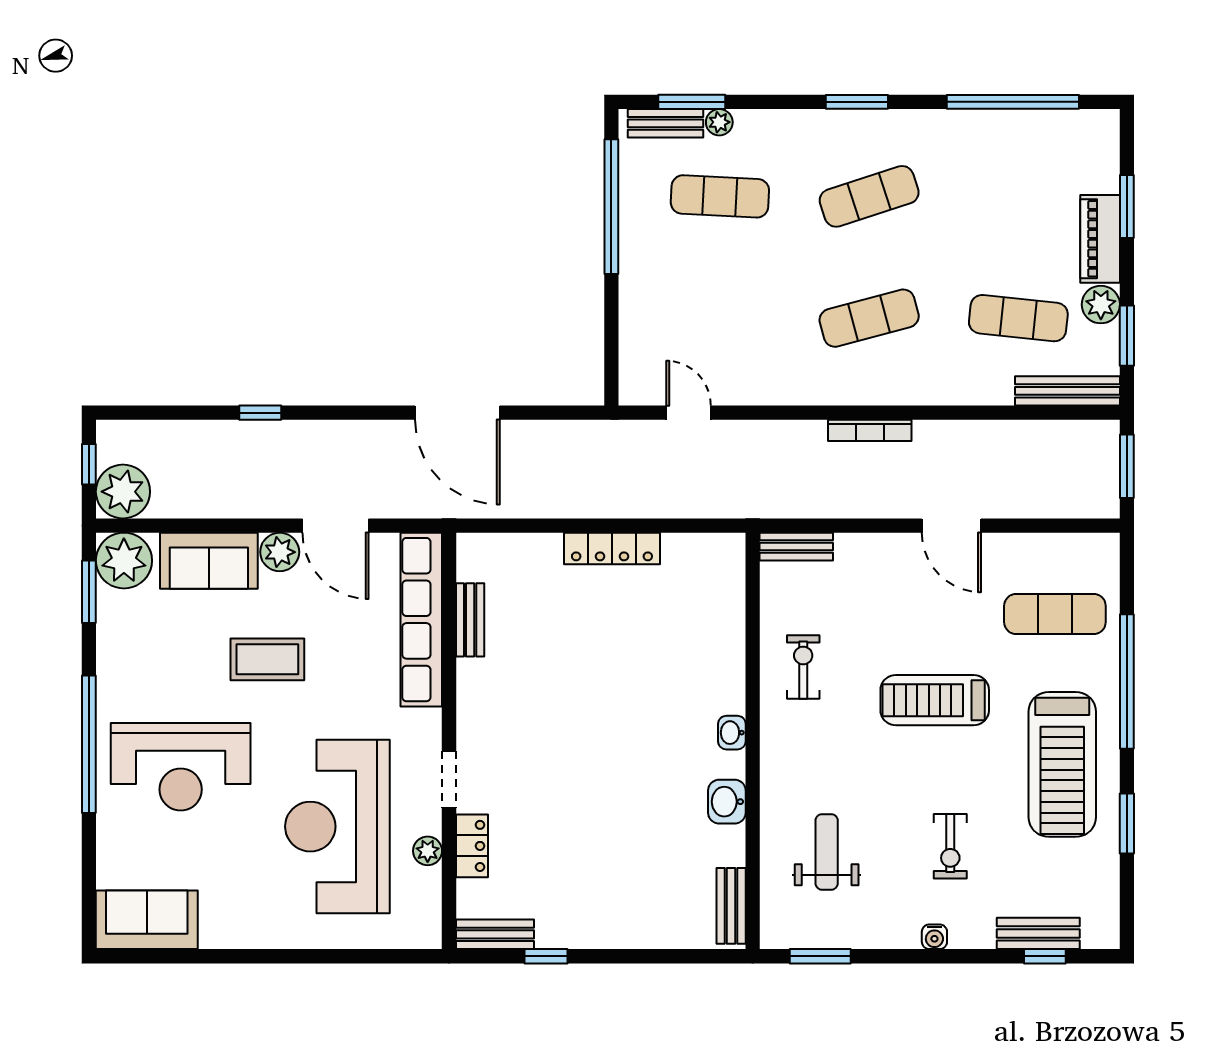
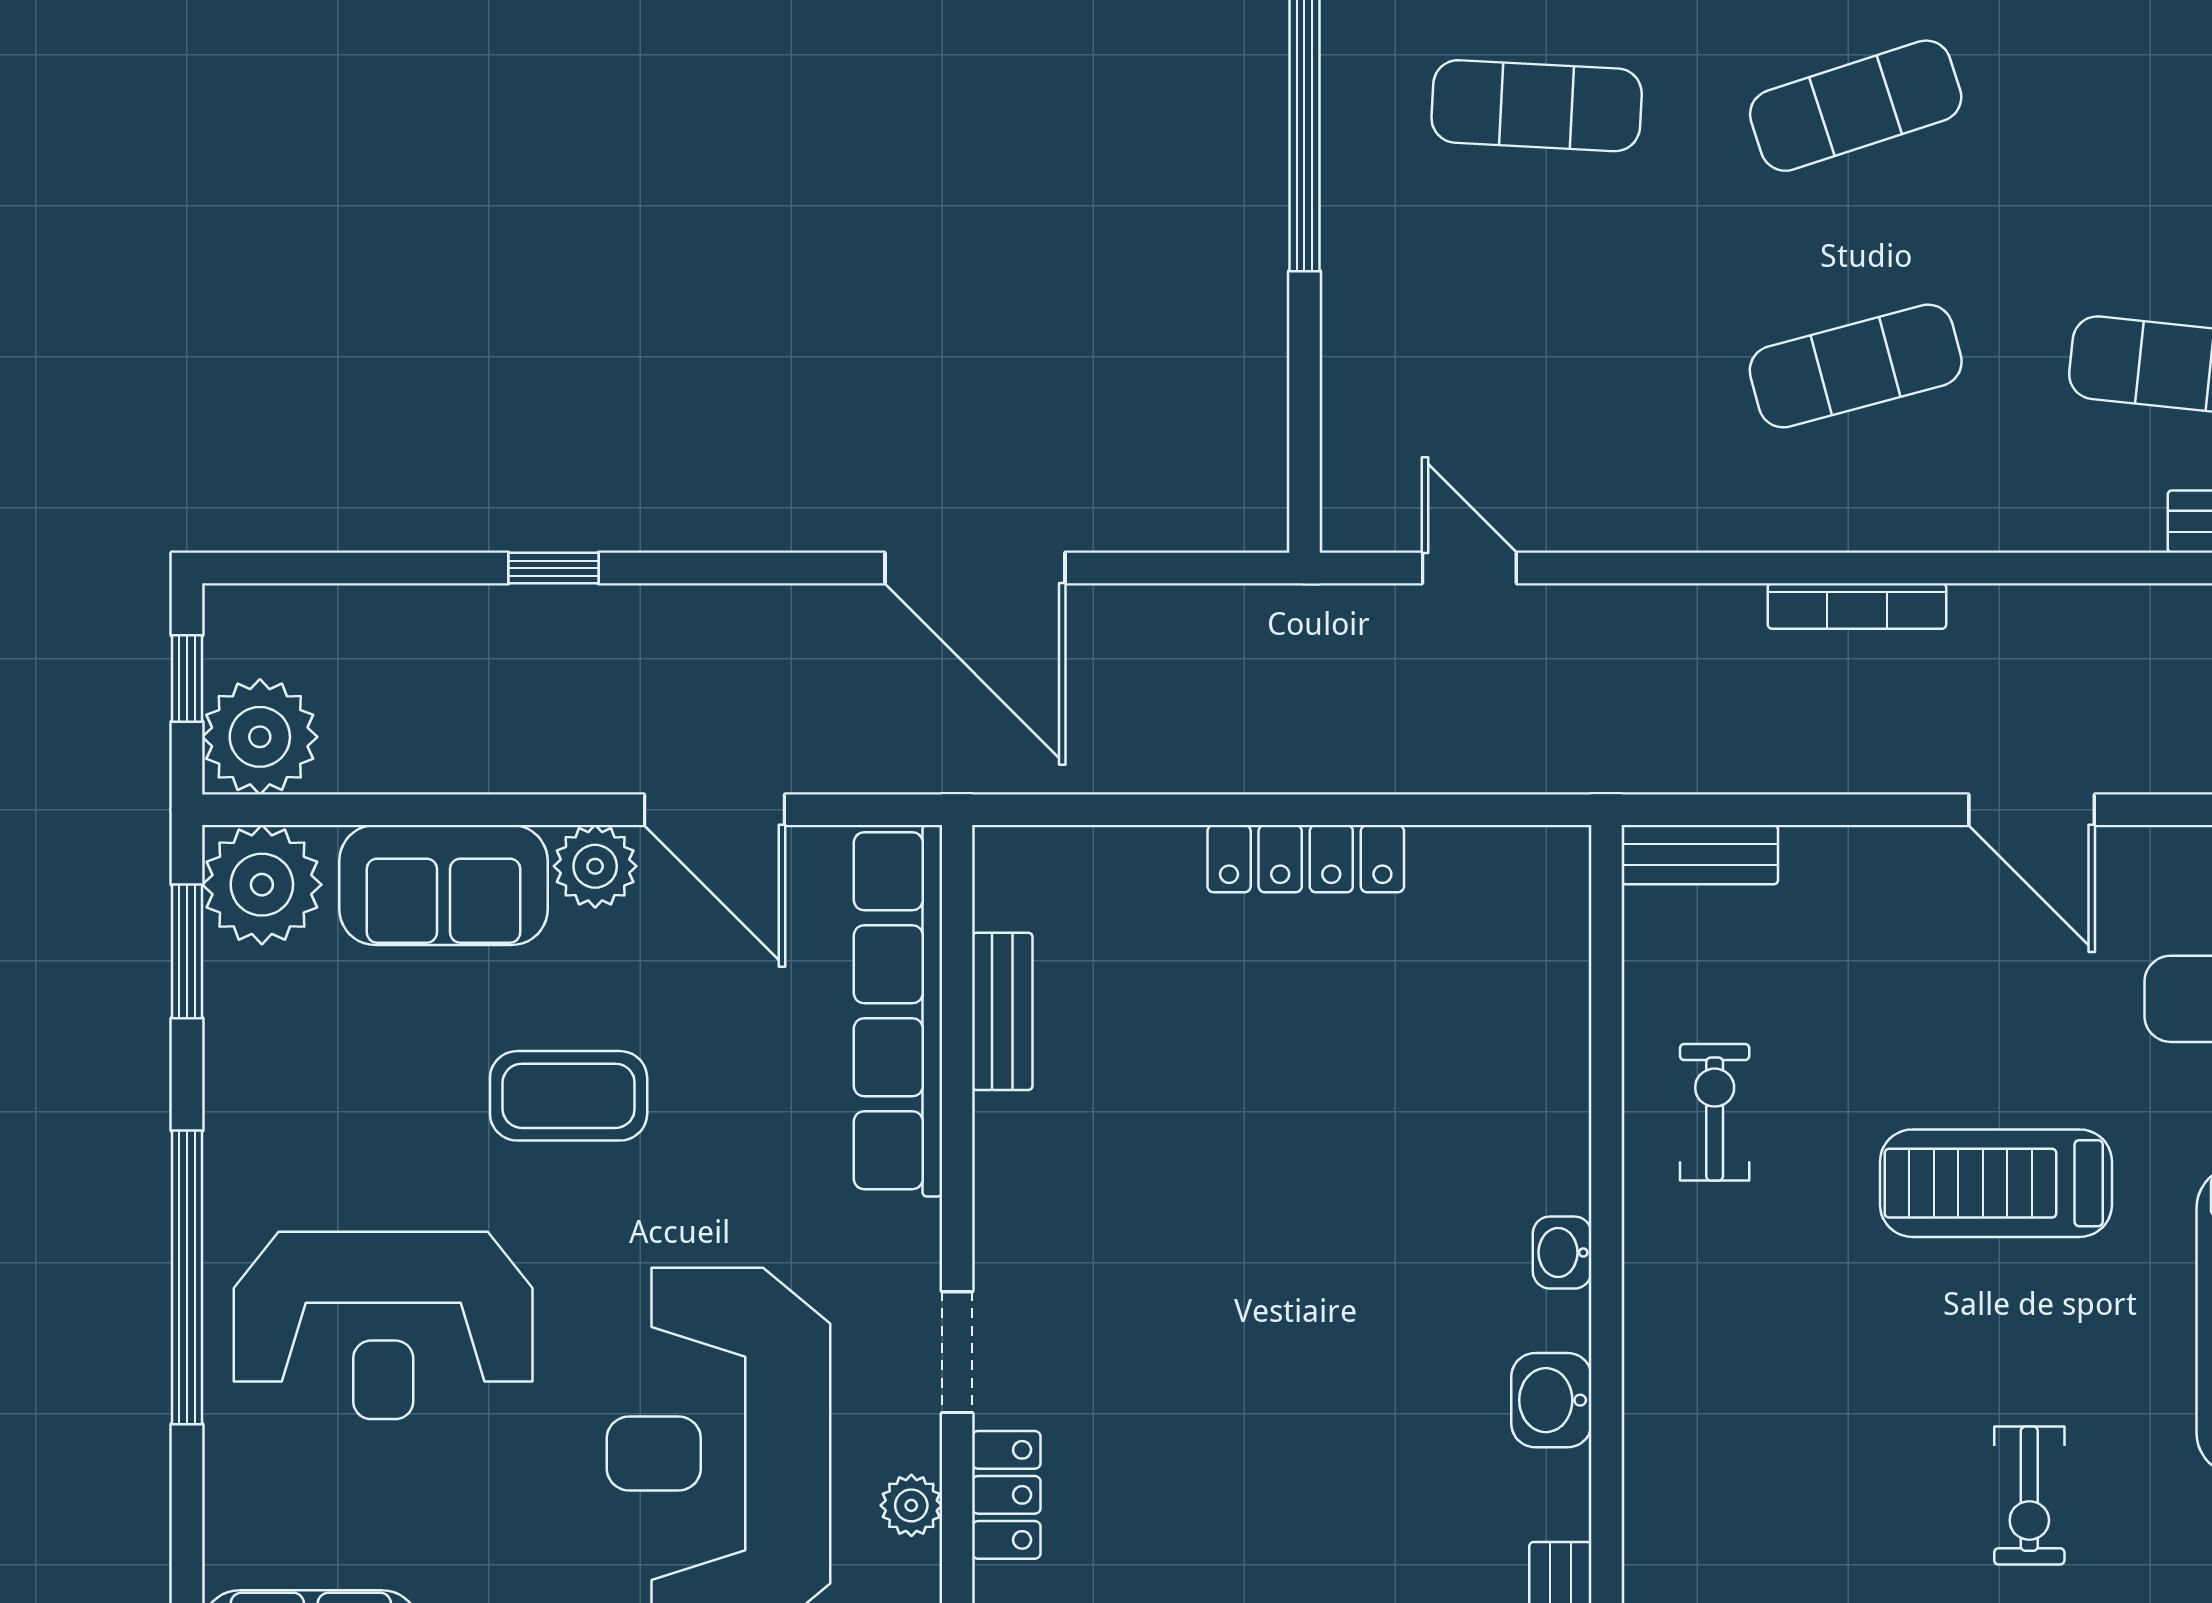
weight bench: (827, 852) -> (1765, 1508), removed

